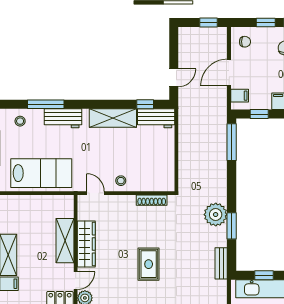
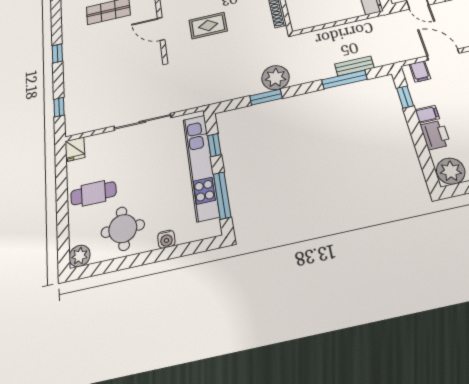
window: (232, 142) -> (344, 80), moved
bench: (221, 263) -> (354, 66), moved

